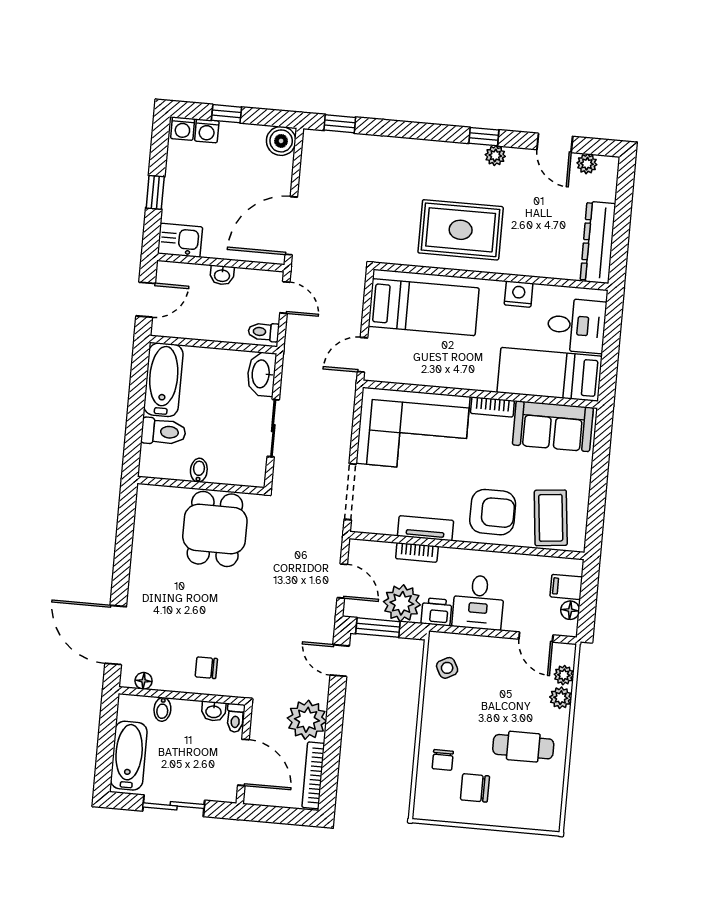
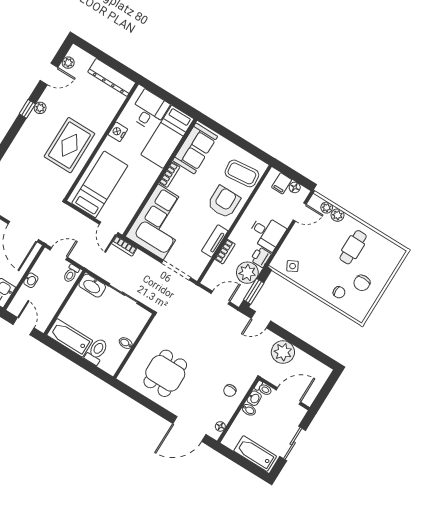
dining table: (215, 529) -> (165, 373), moved, turned 90
bidet: (162, 709) -> (249, 410), moved
bookcase: (313, 775) -> (124, 246), moved, width x0.64

